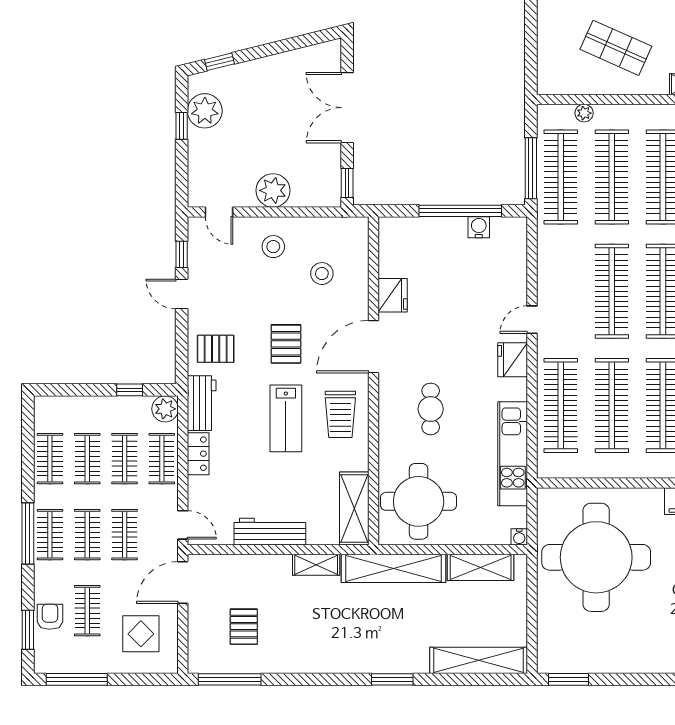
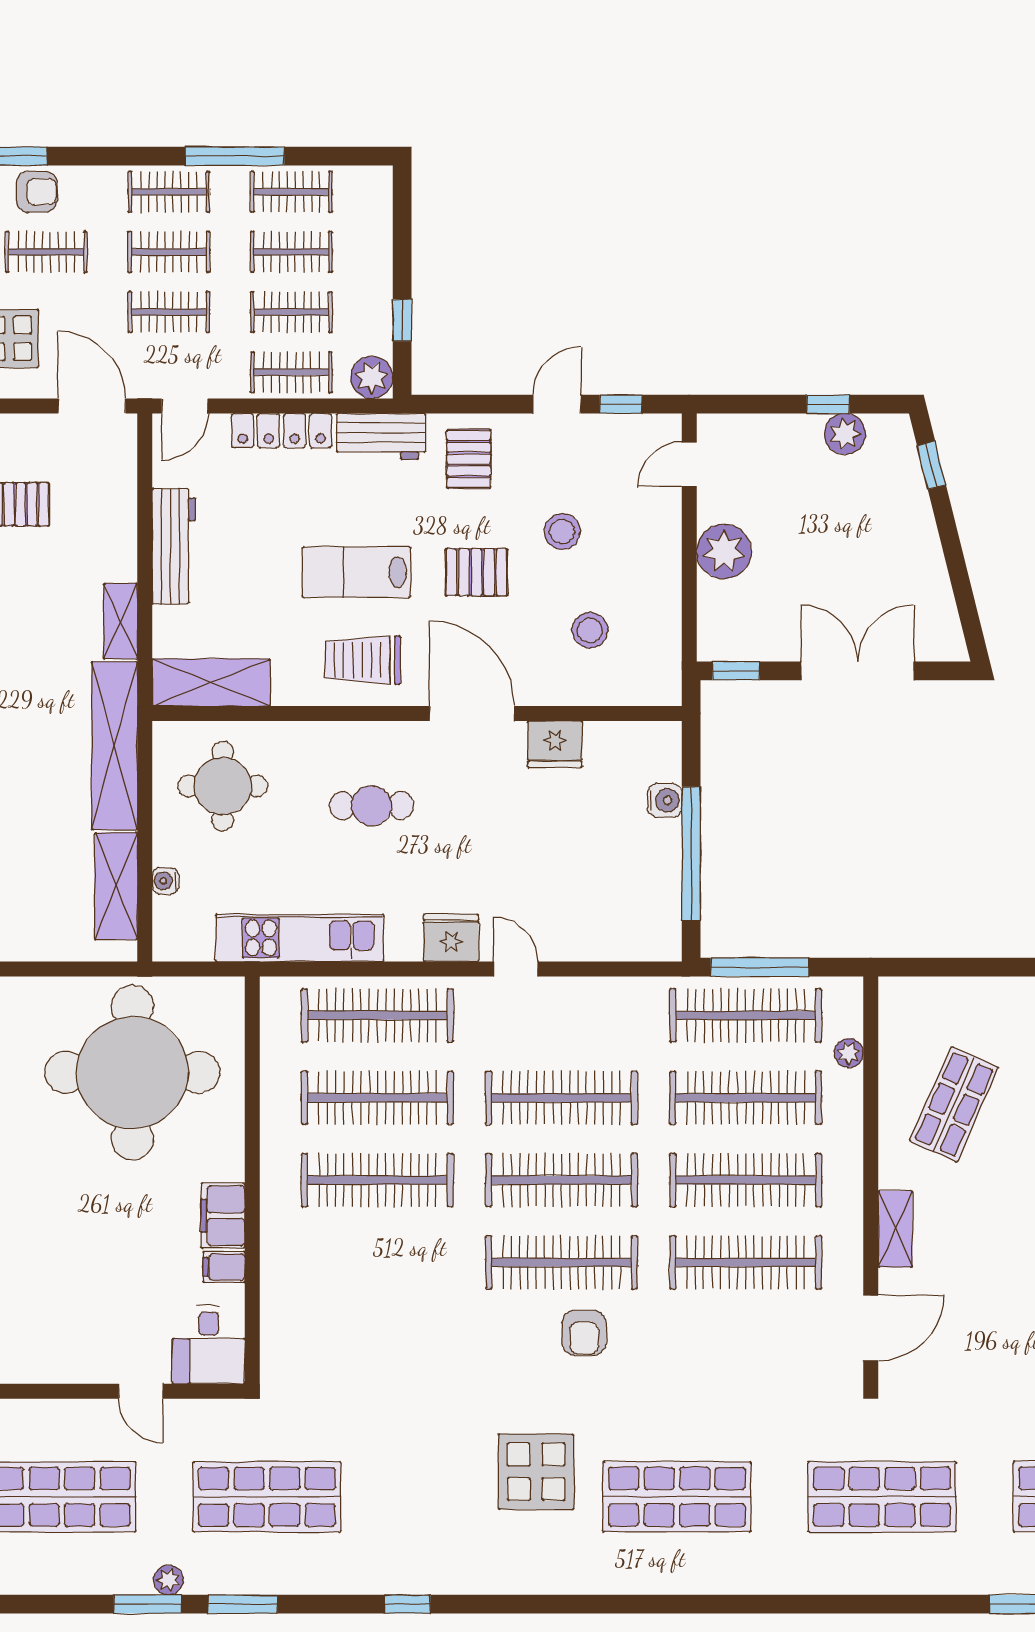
plant: (205, 111) -> (845, 434), width x0.73, depth x0.73
water cooler: (479, 227) -> (665, 800), moved
stool: (273, 247) -> (562, 532), moved
locker: (198, 454) -> (282, 431), width x1.53
round table: (419, 501) -> (223, 786), width x0.73, depth x0.73
window: (28, 533) -> (235, 156), moved
water cooler: (519, 537) -> (165, 881), moved

